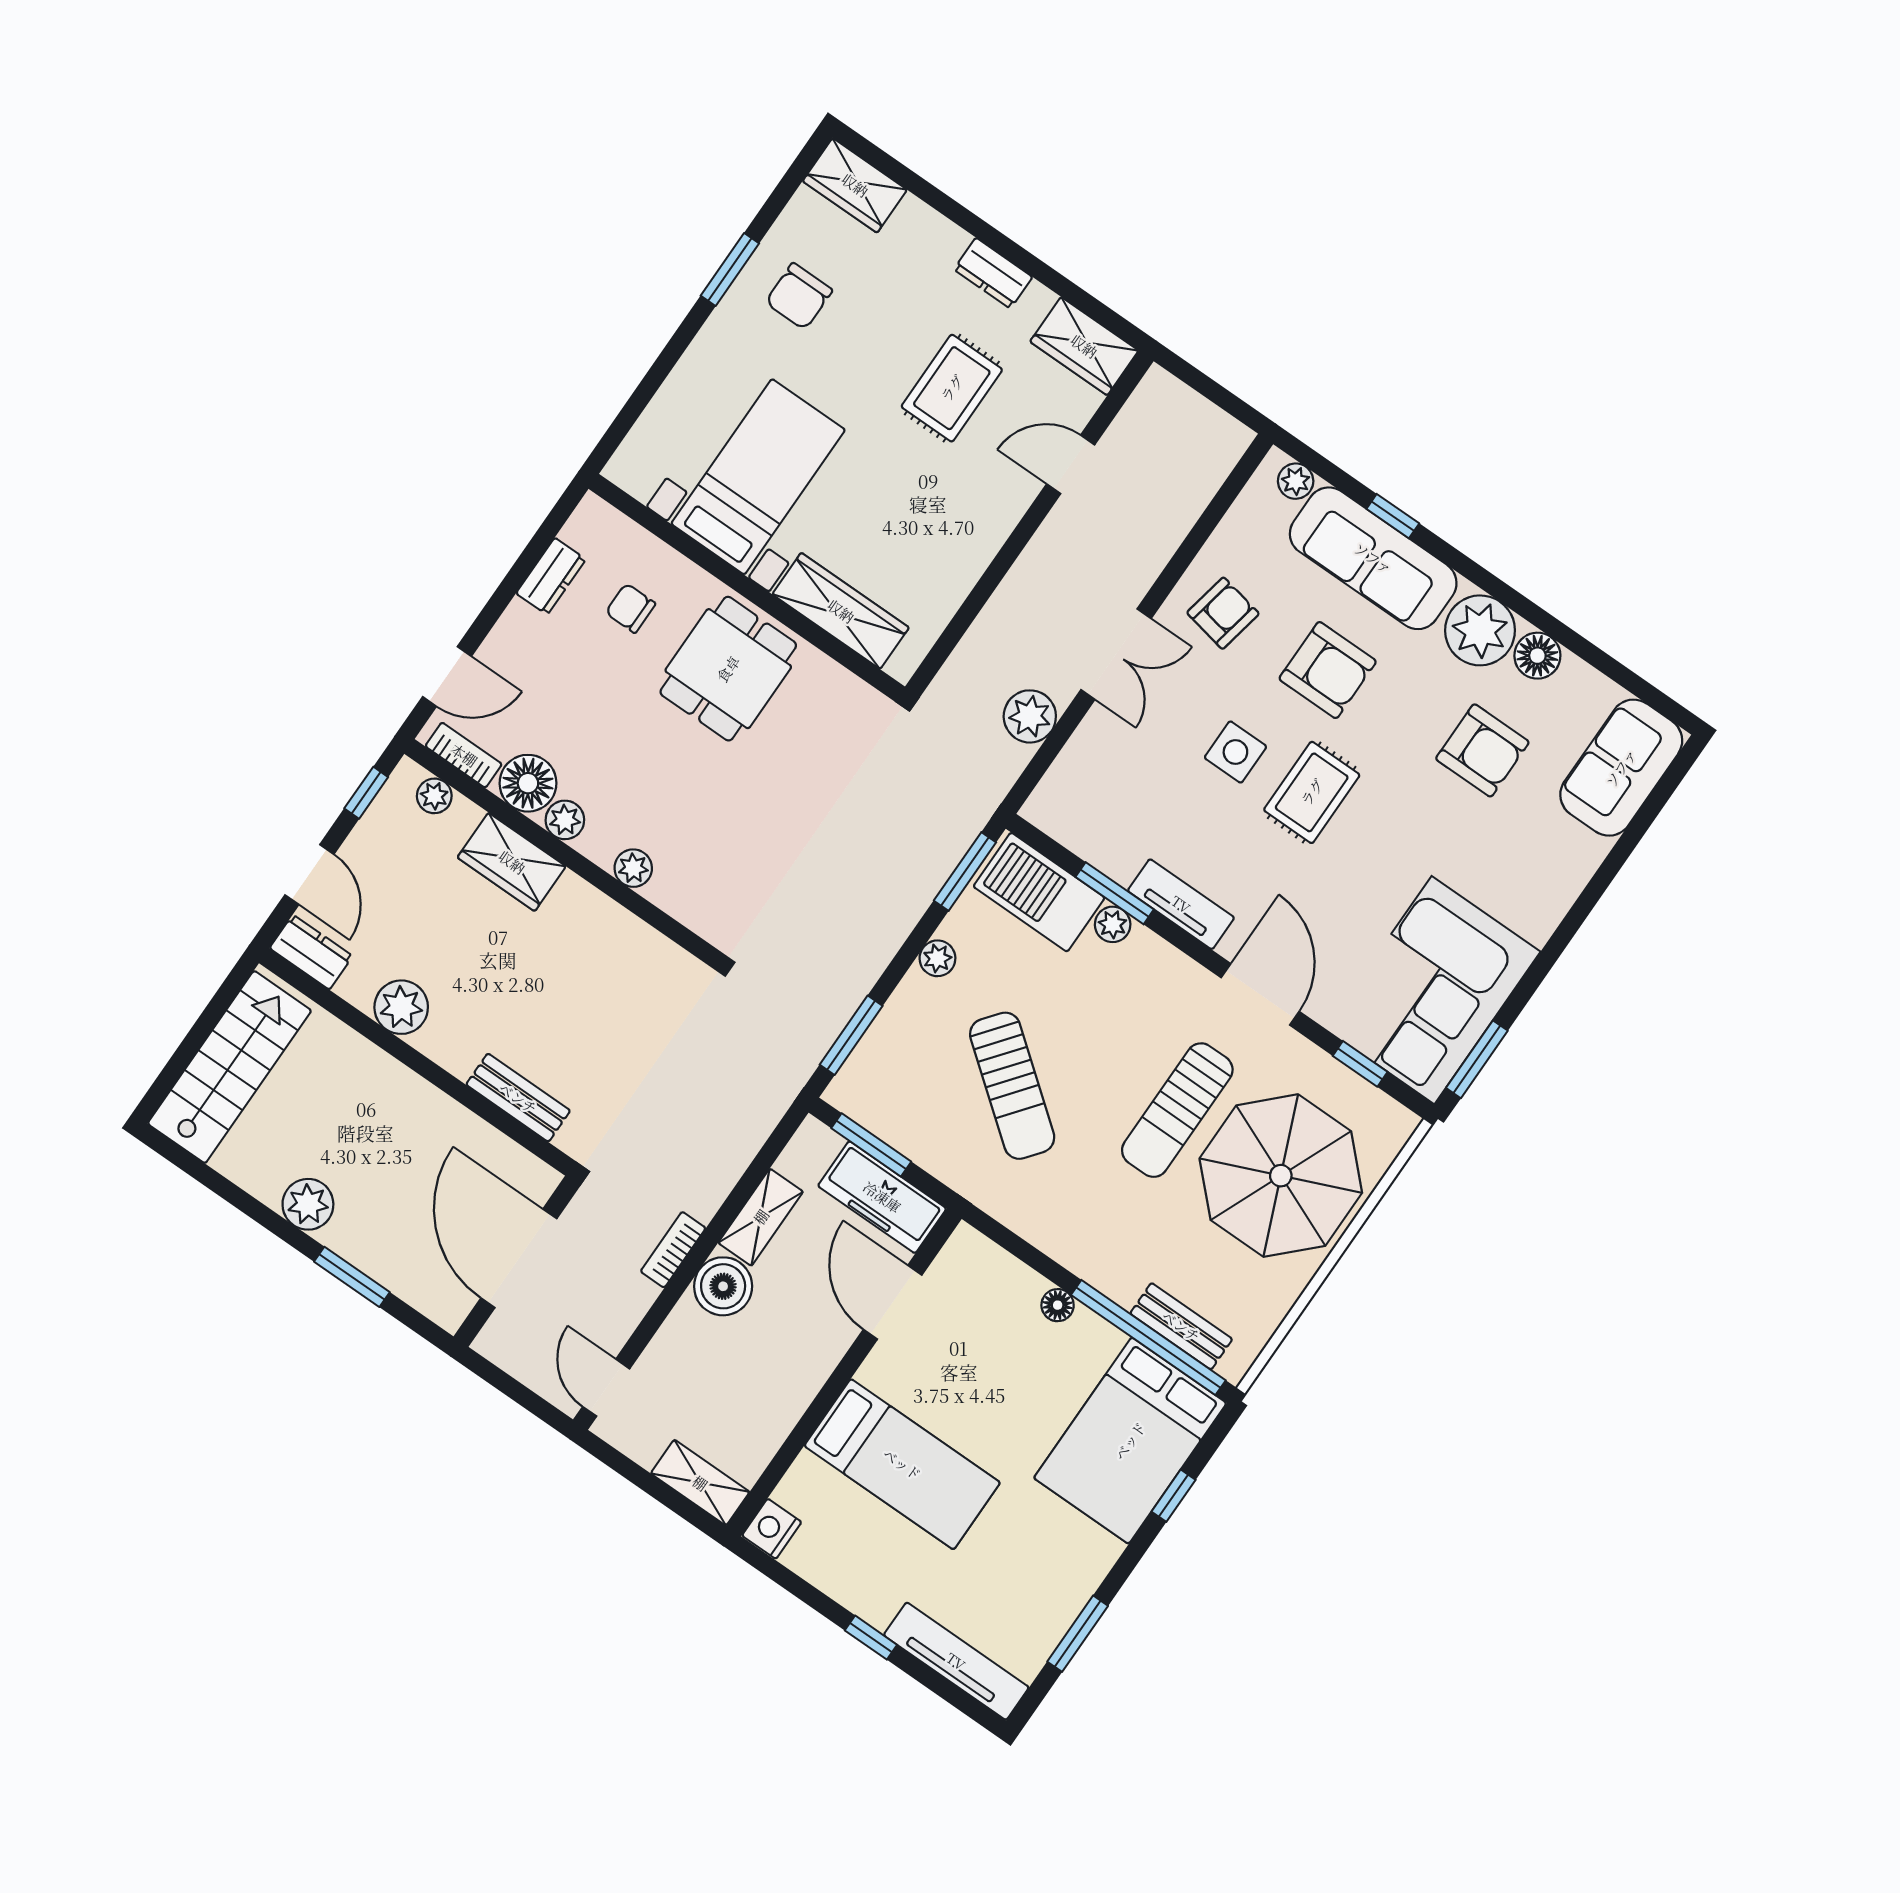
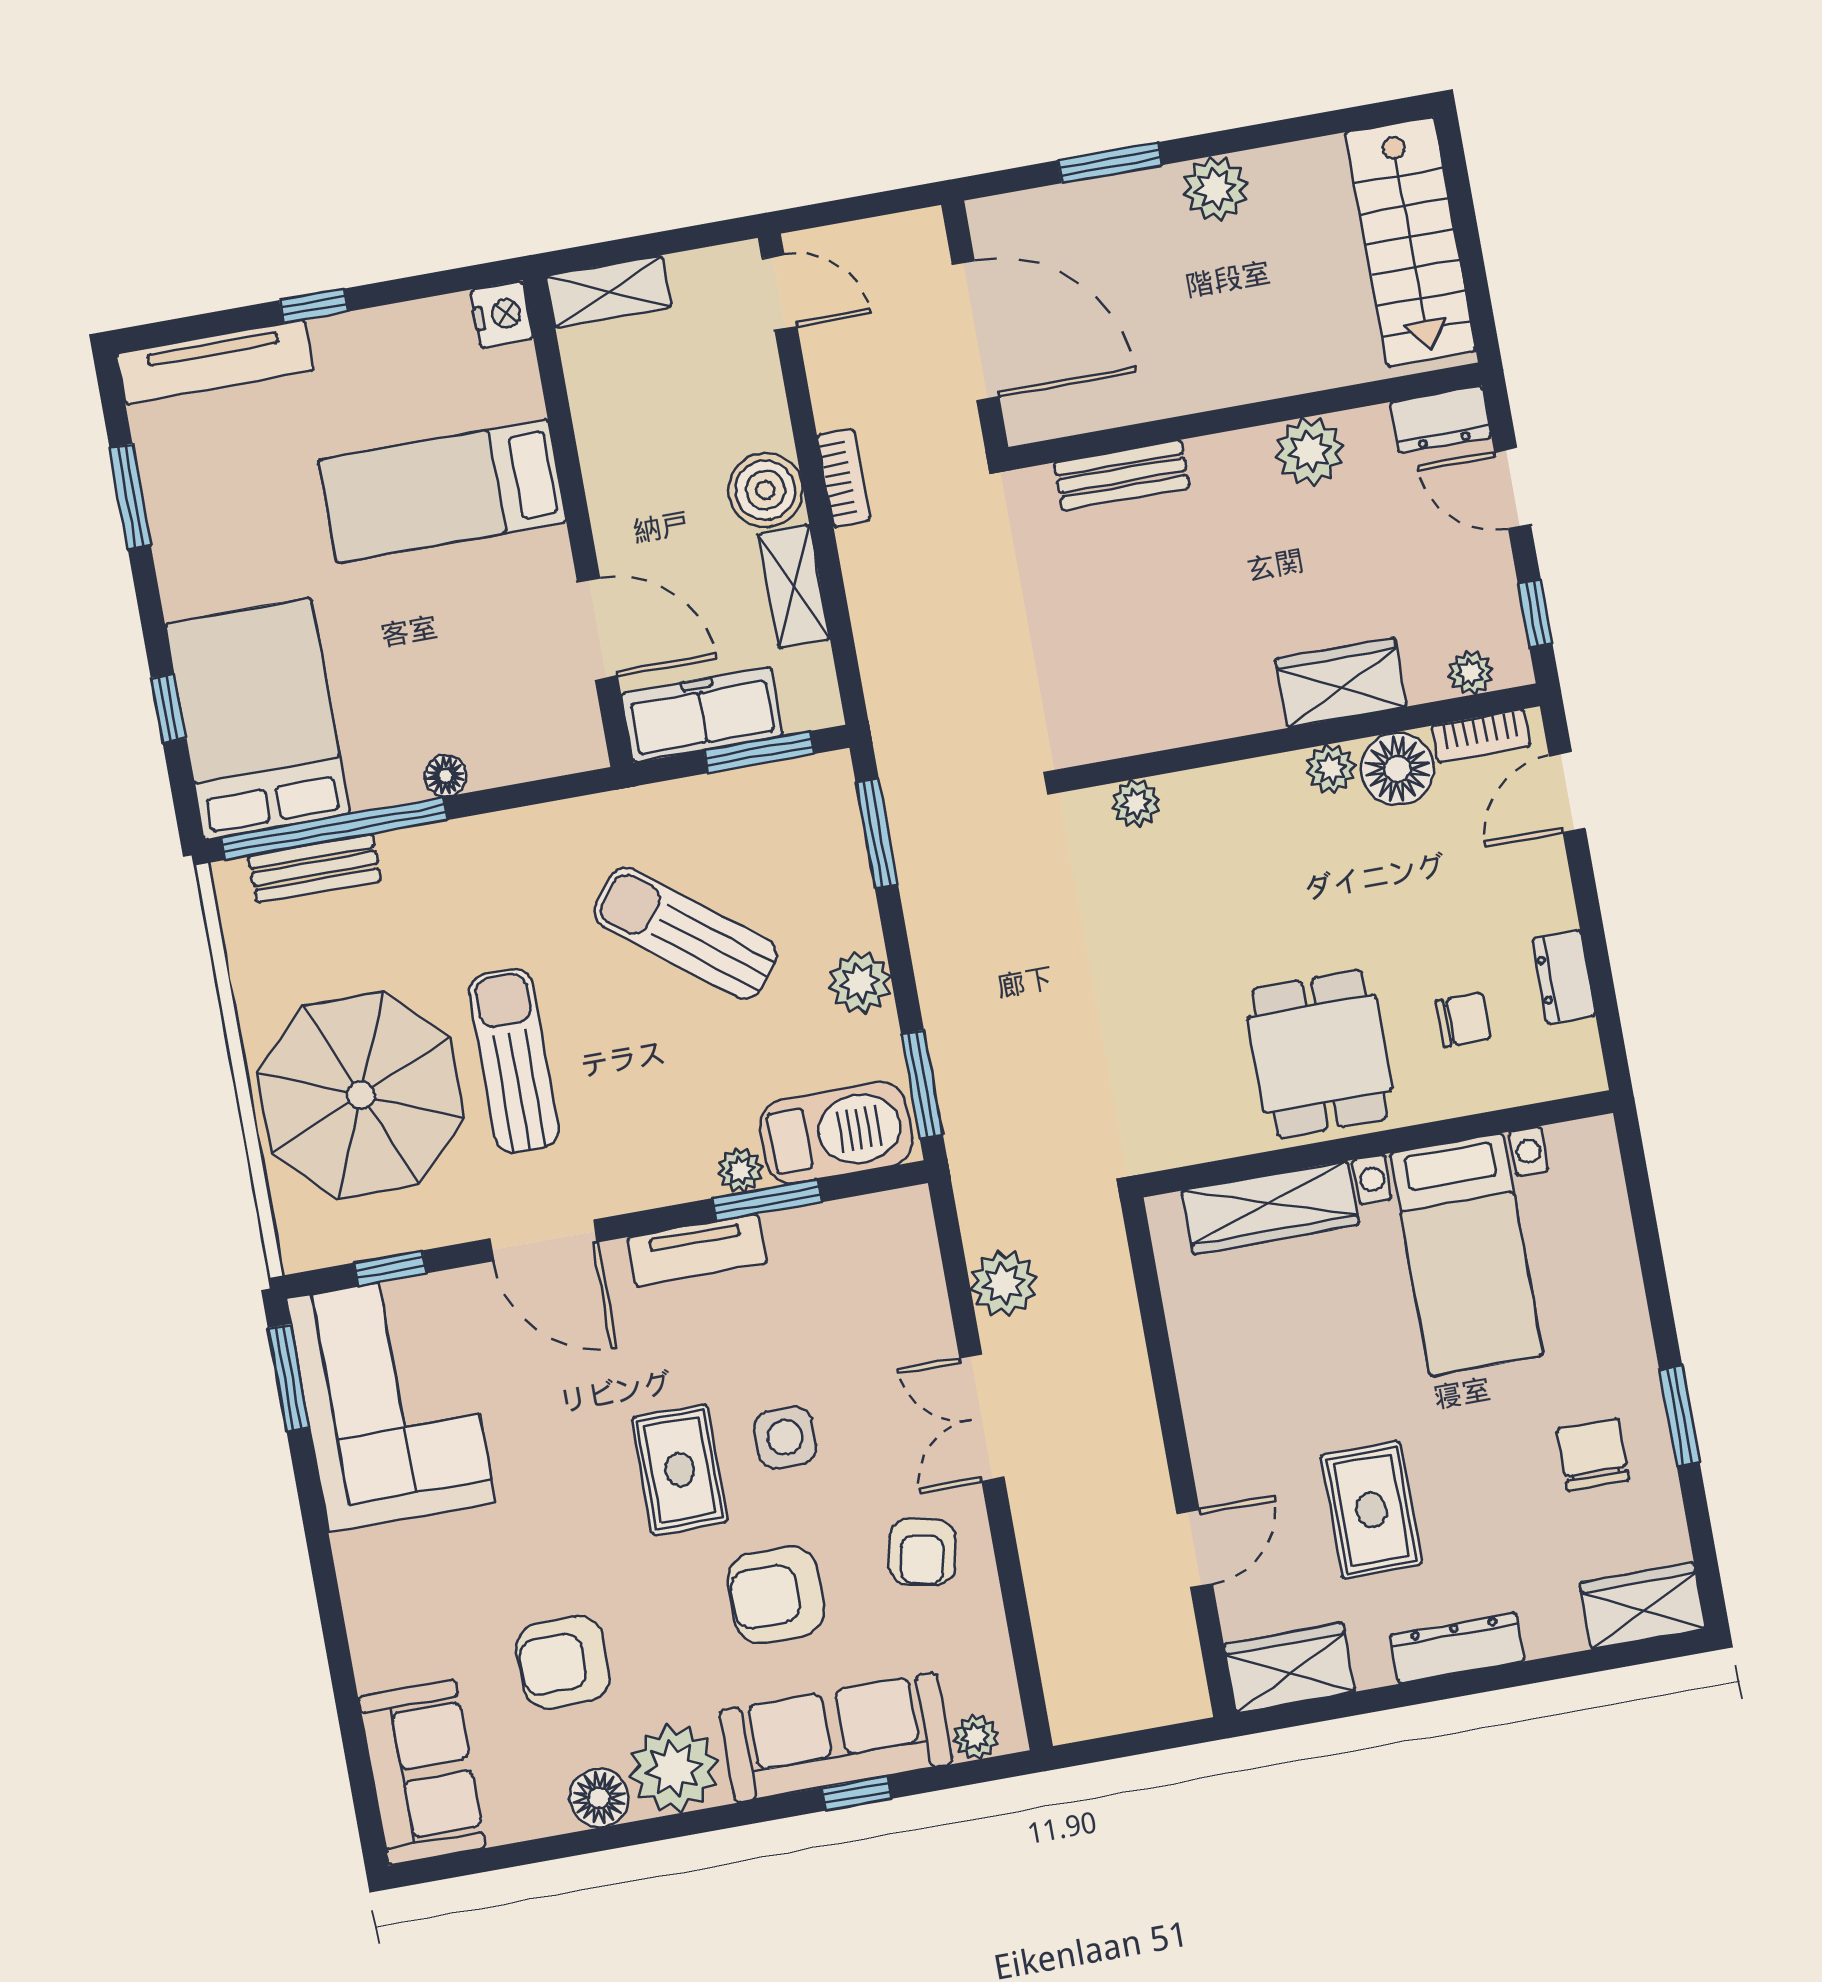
dresser: (993, 273) -> (1457, 1648), width x1.44
plant: (633, 868) -> (1136, 803), moved
plant: (937, 958) -> (860, 982), width x1.38, depth x1.38

